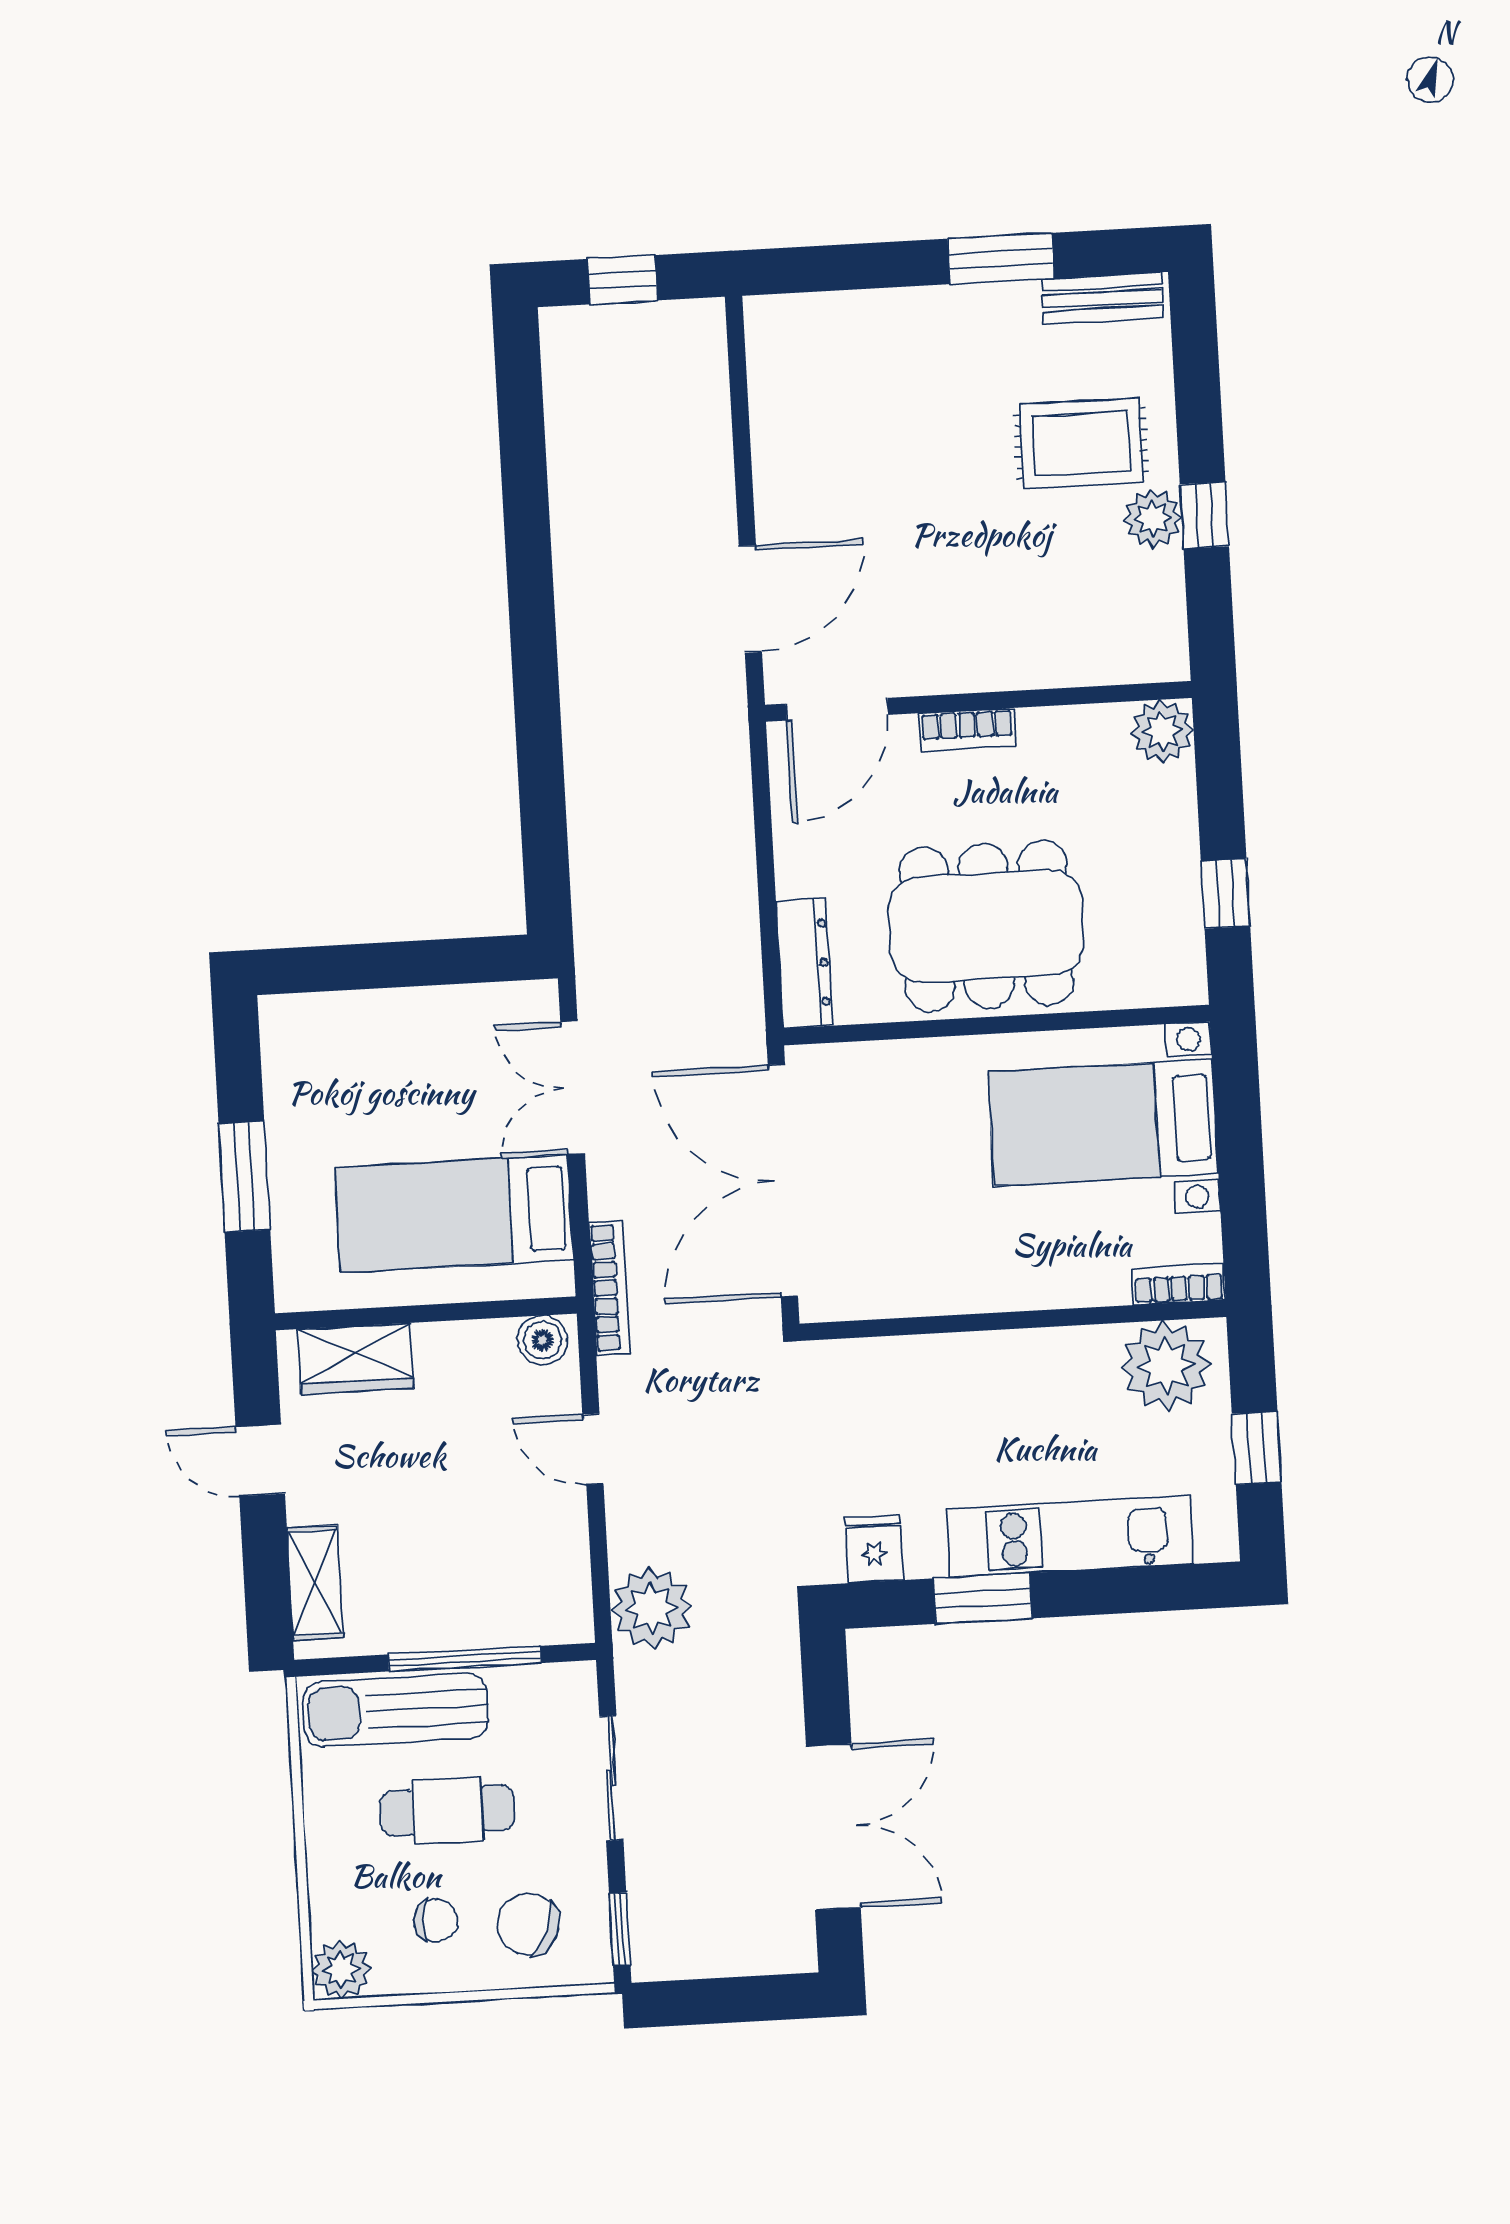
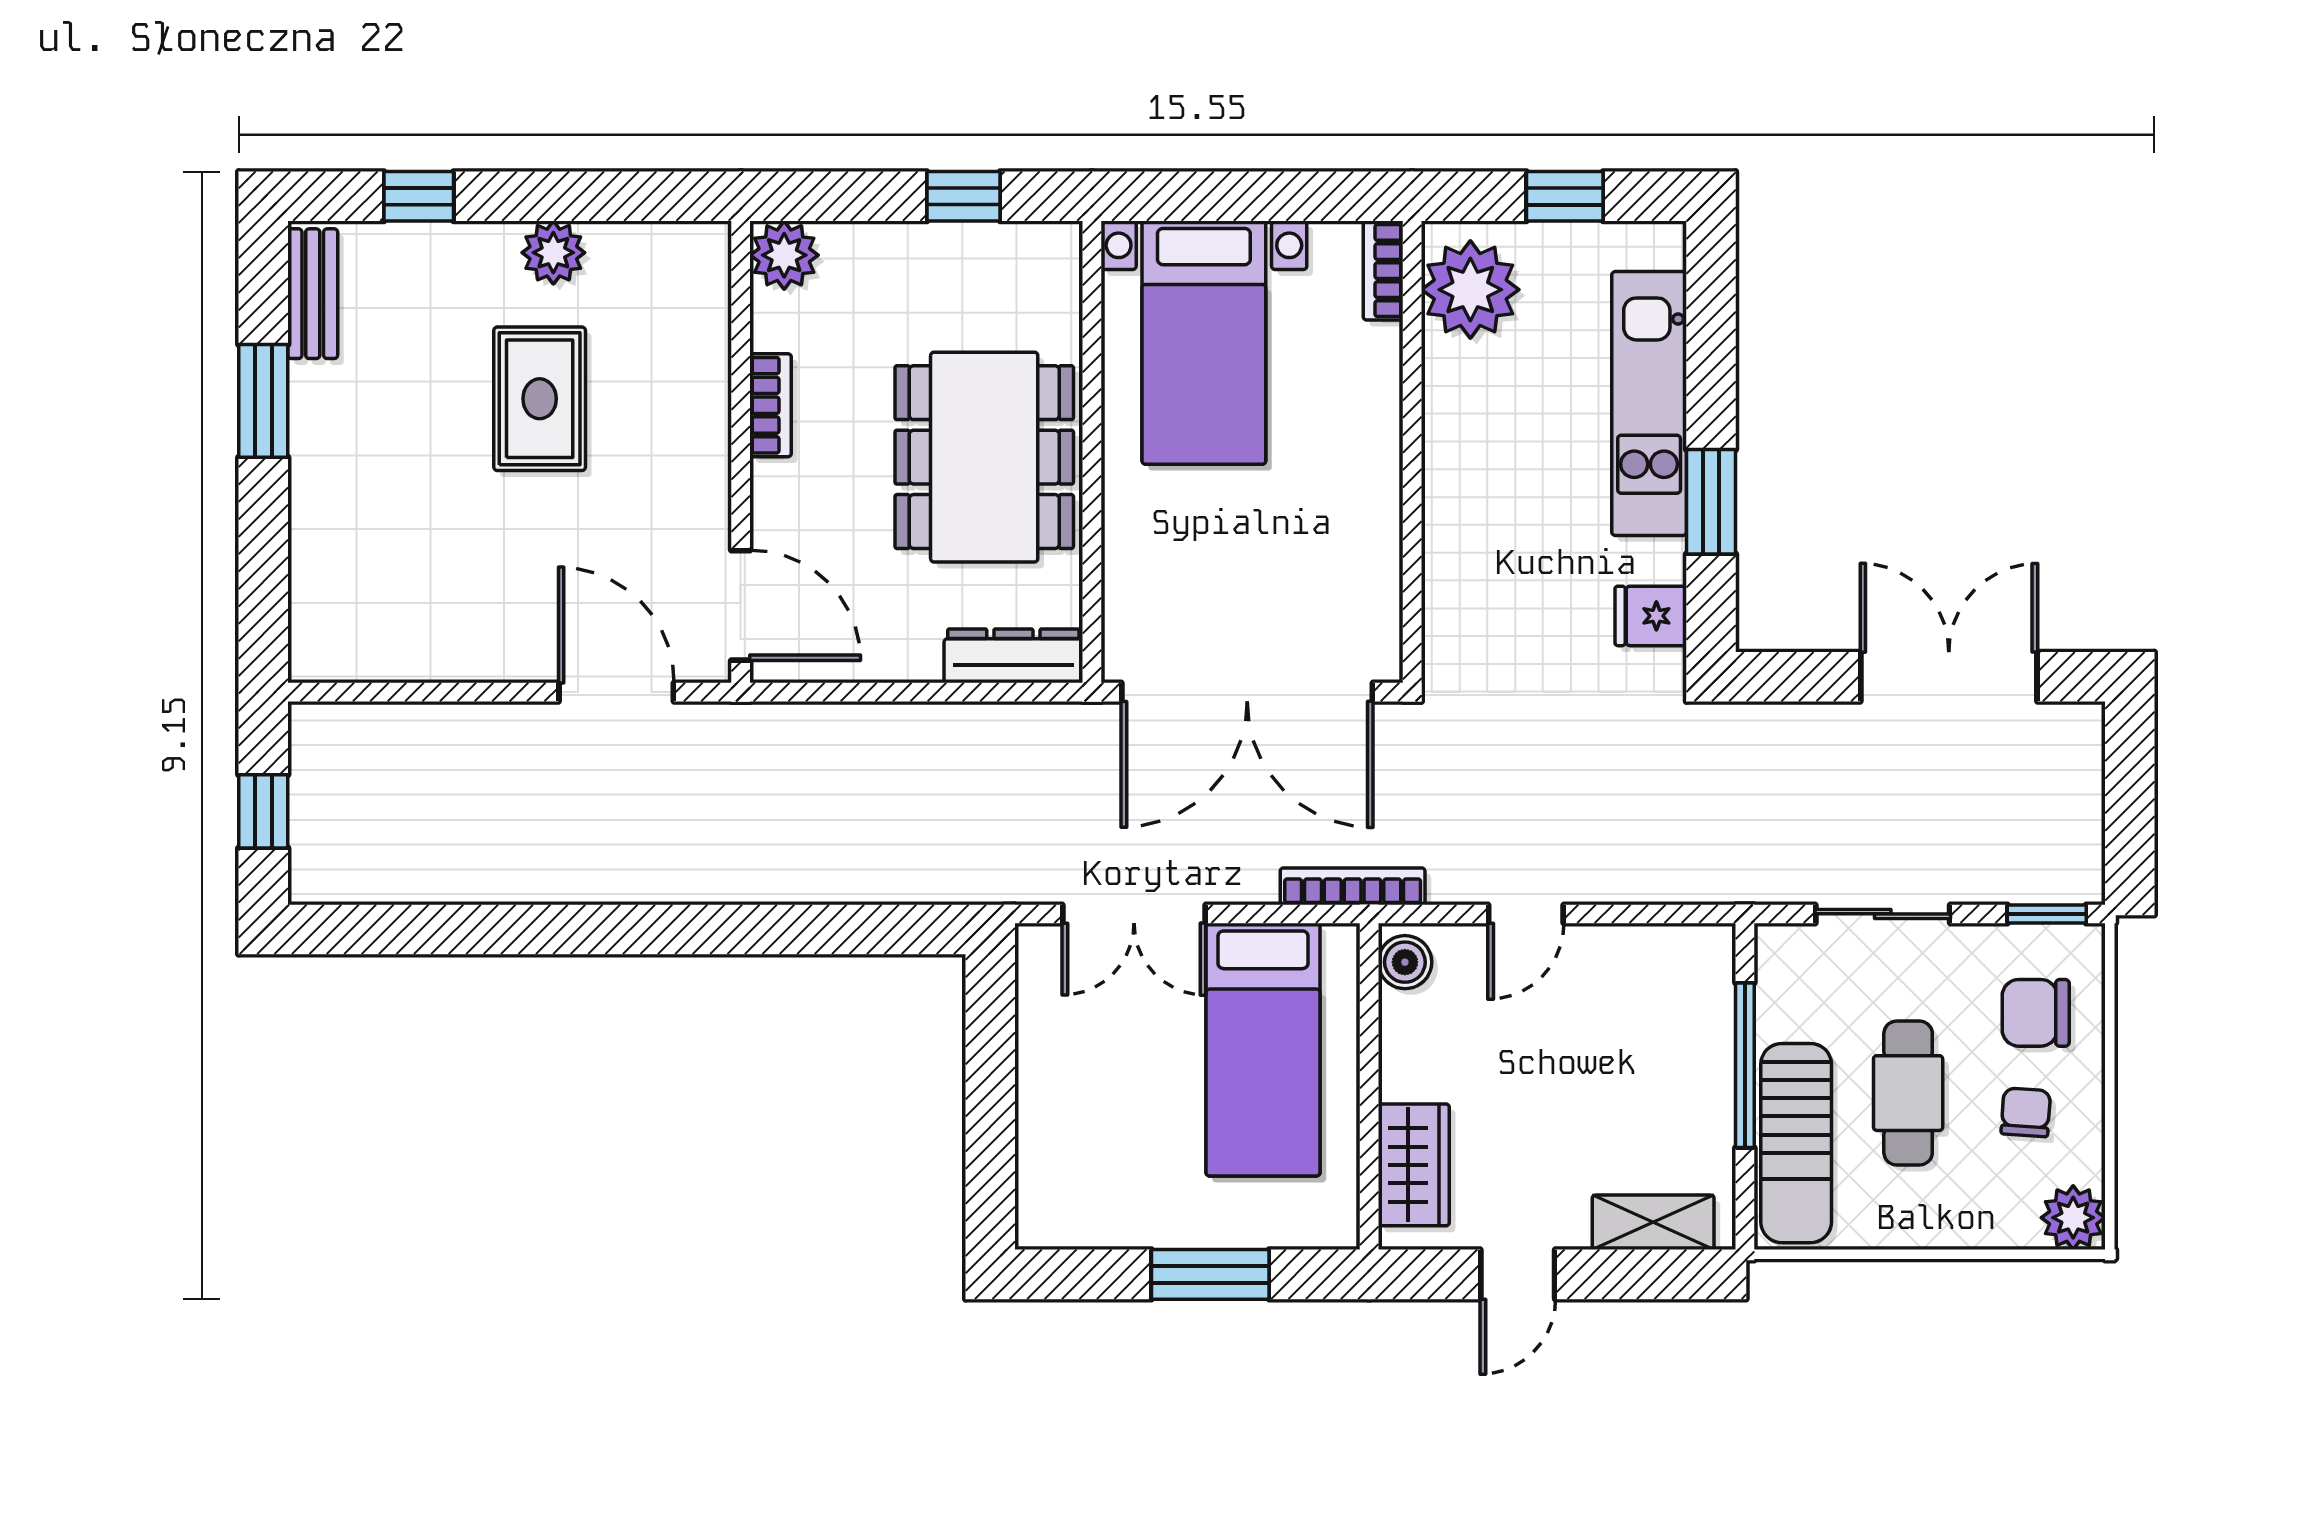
rug: (1081, 443) -> (540, 399), moved
window: (1204, 515) -> (419, 196), moved
bookcase: (967, 730) -> (771, 405), moved
plant: (651, 1608) -> (1701, 861), removed
chair: (528, 1924) -> (2036, 1013), turned 68

